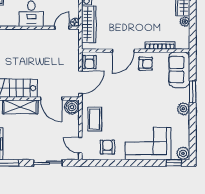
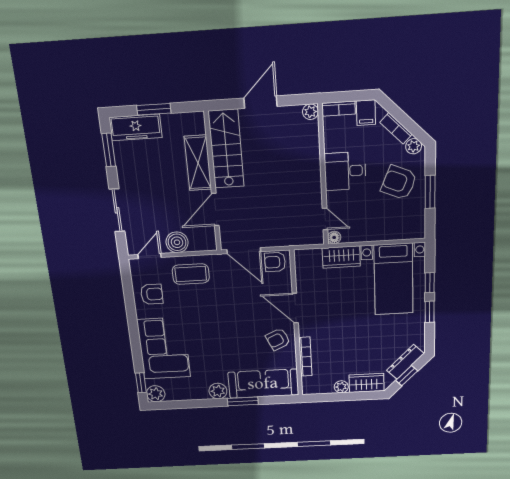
wardrobe: (89, 24) -> (341, 257), width x0.67
armchair: (146, 64) -> (278, 339), turned 65
sofa: (179, 70) -> (263, 384), width x1.36
boiler: (72, 107) -> (177, 242), moved

